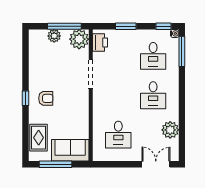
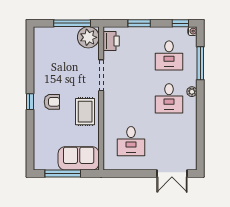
plant: (54, 36) -> (61, 34), removed
window: (182, 51) -> (200, 63), moved
plant: (170, 130) -> (192, 92), moved, width x0.53, depth x0.53
rug: (39, 138) -> (85, 112), moved
double door: (156, 164) -> (172, 173), swing flipped

